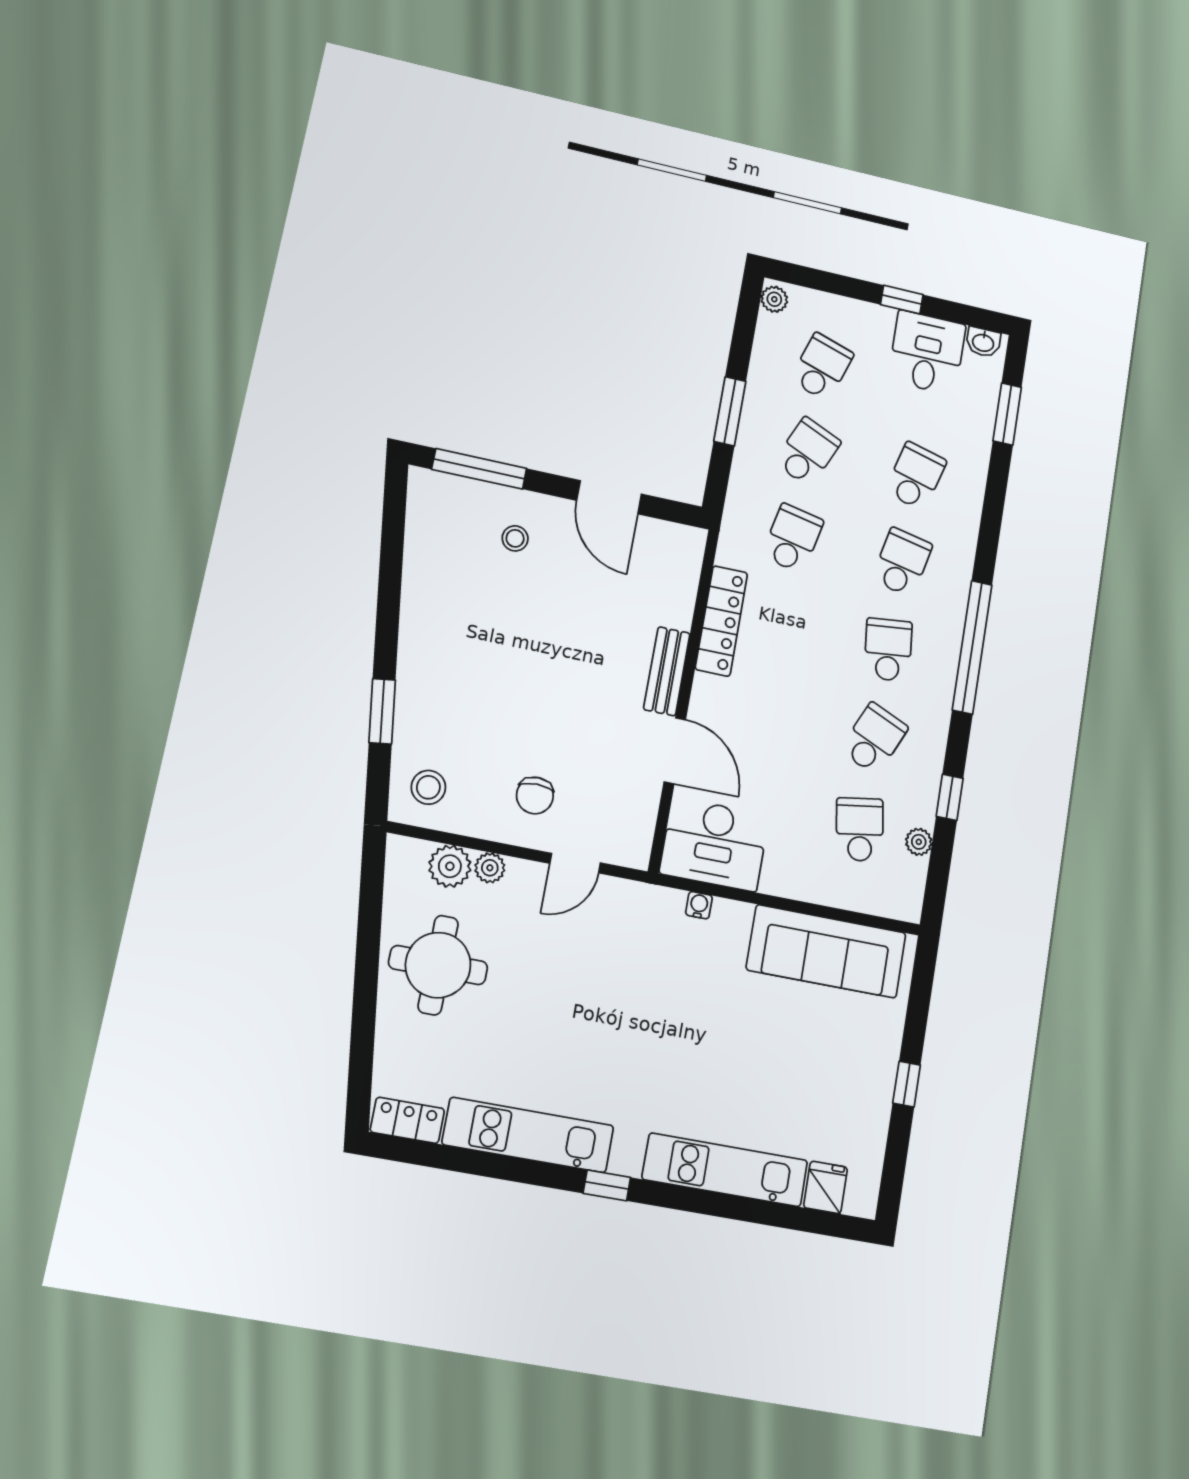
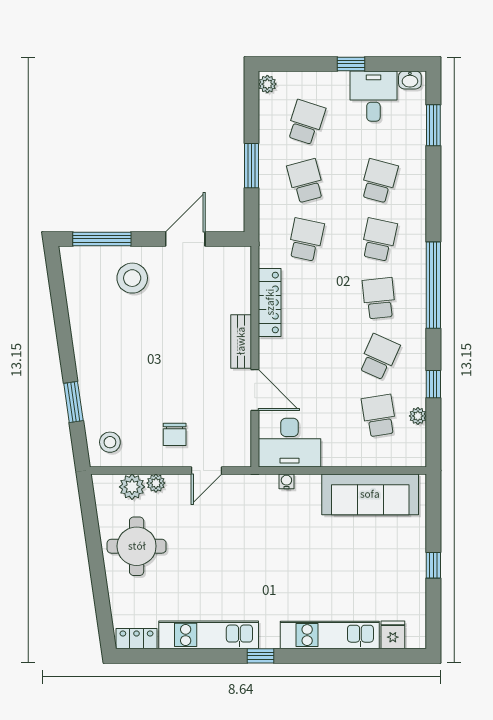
school desk: (807, 452) -> (306, 181), turned -39
door: (609, 497) -> (185, 239), swing flipped
stool: (515, 538) -> (132, 278), width x1.89, depth x1.89

